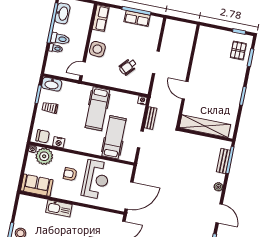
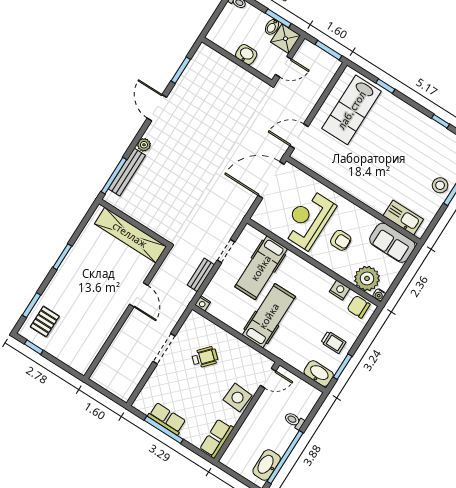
toilet: (60, 39) -> (283, 431), removed
bench: (223, 161) -> (127, 172), width x1.36
kitchen sink: (59, 208) -> (403, 218), moved

